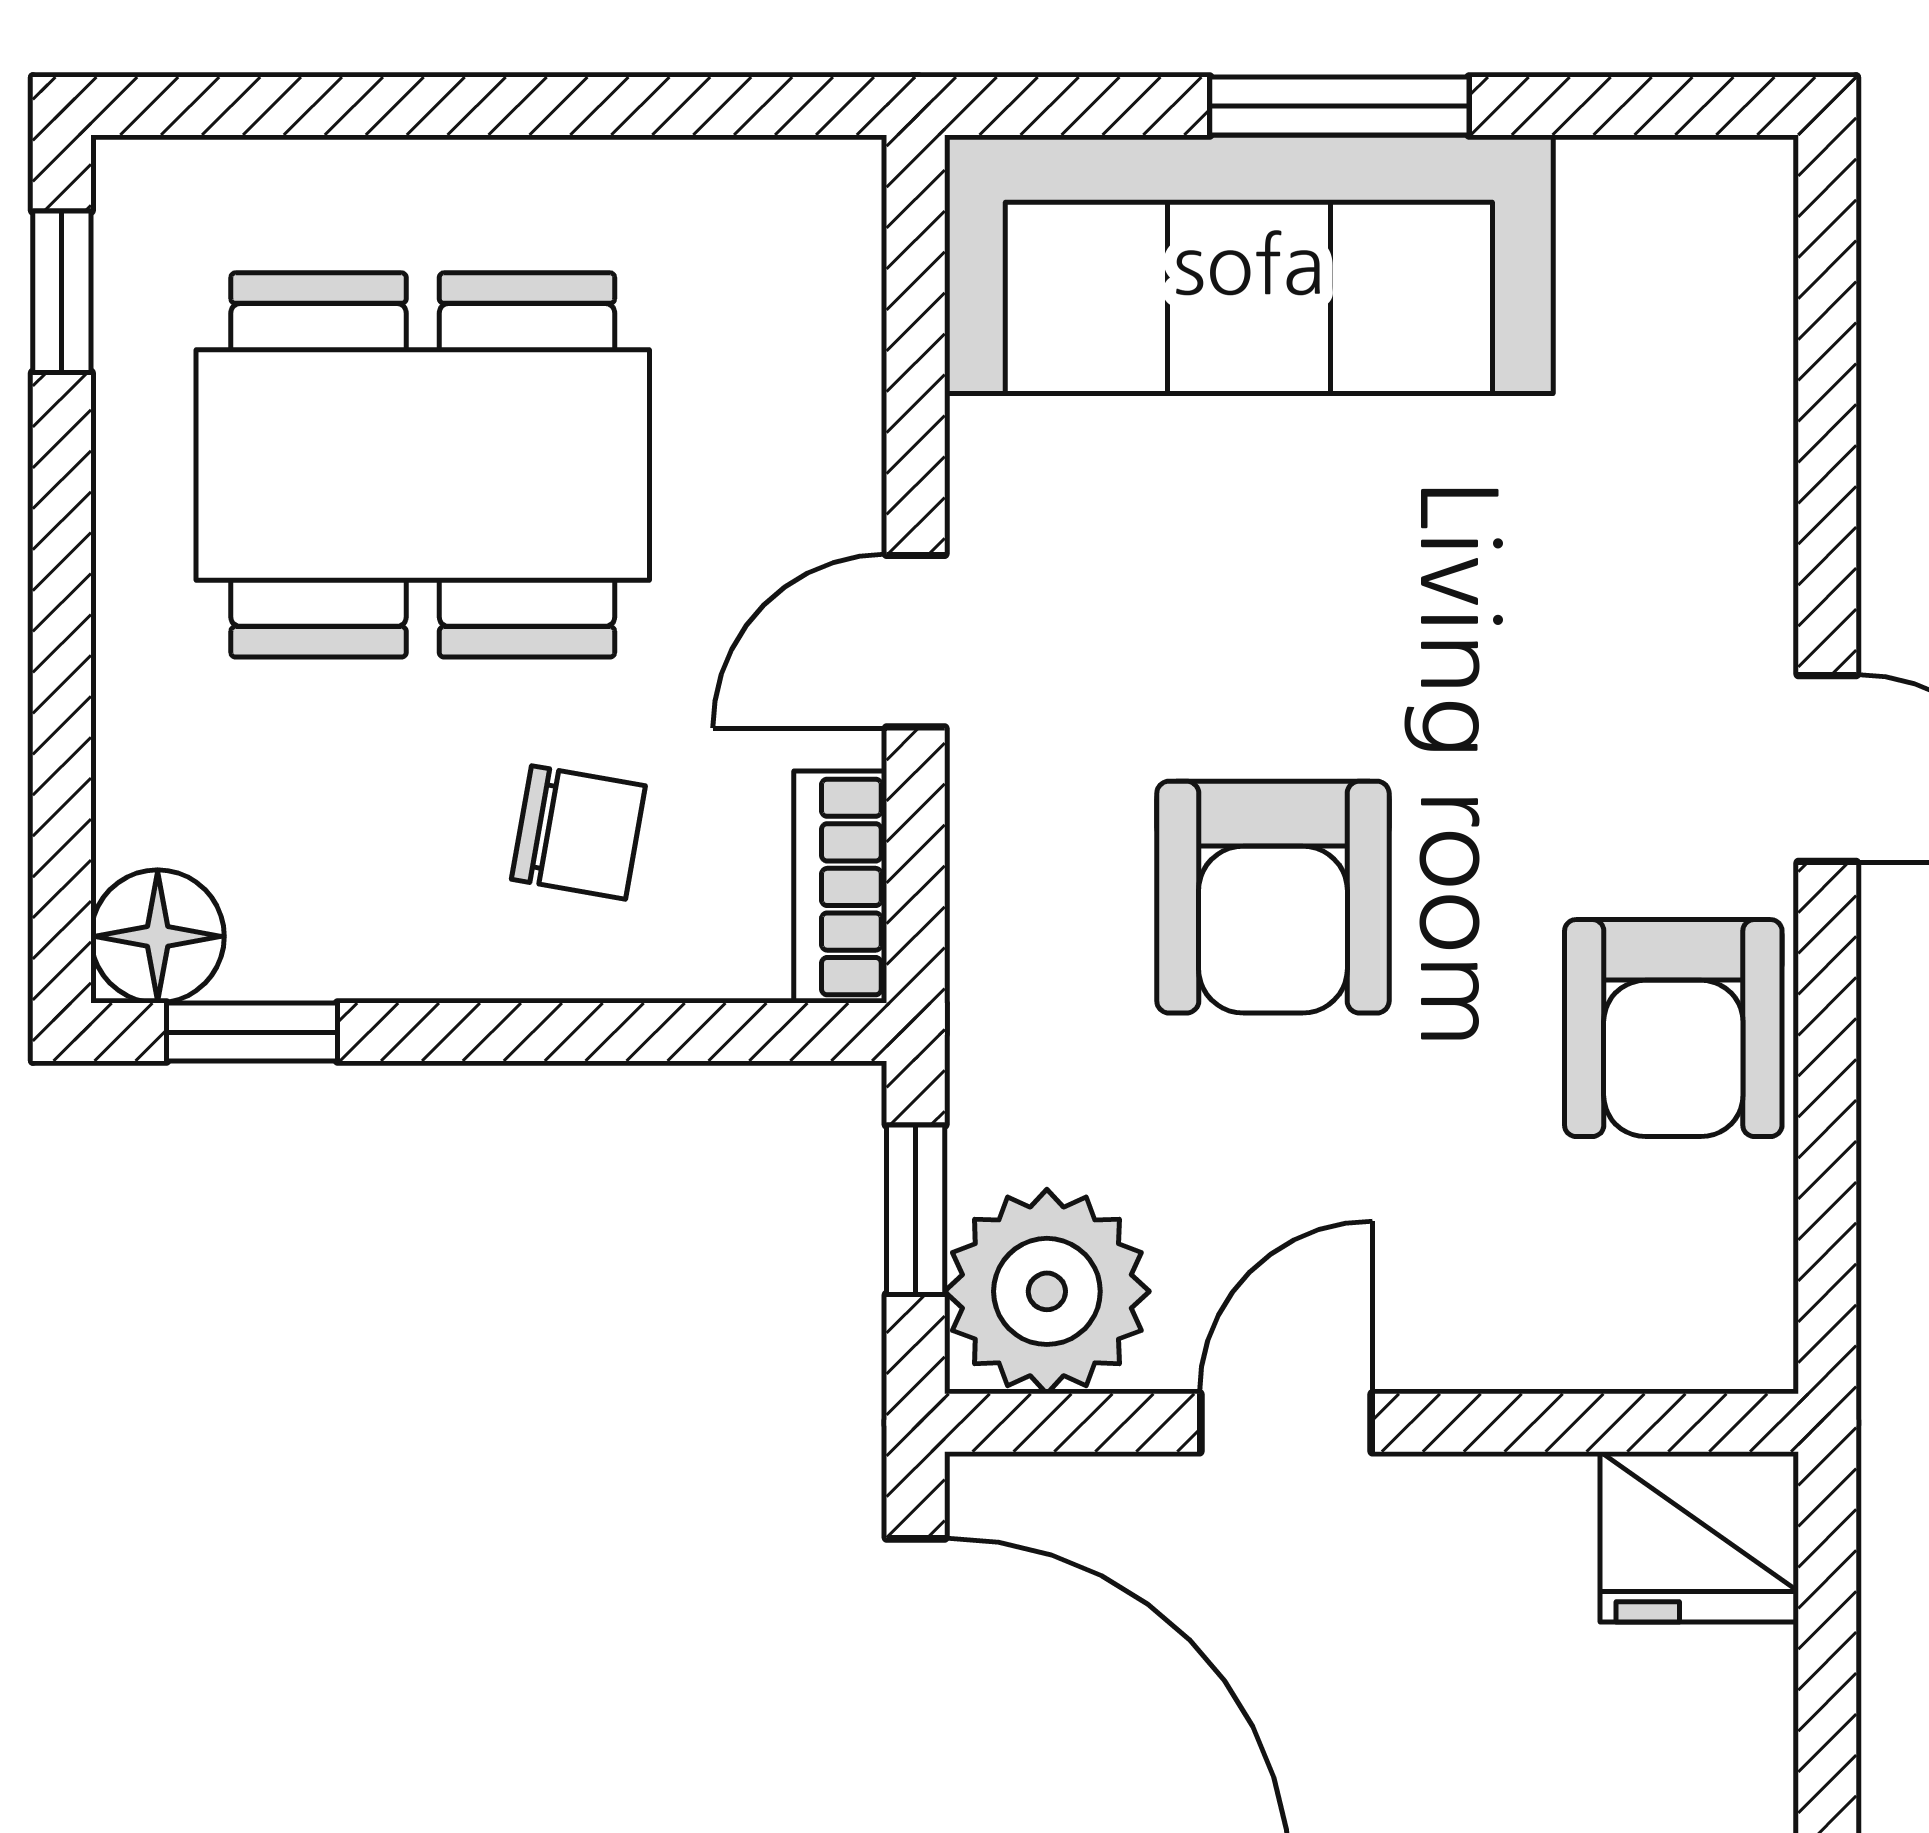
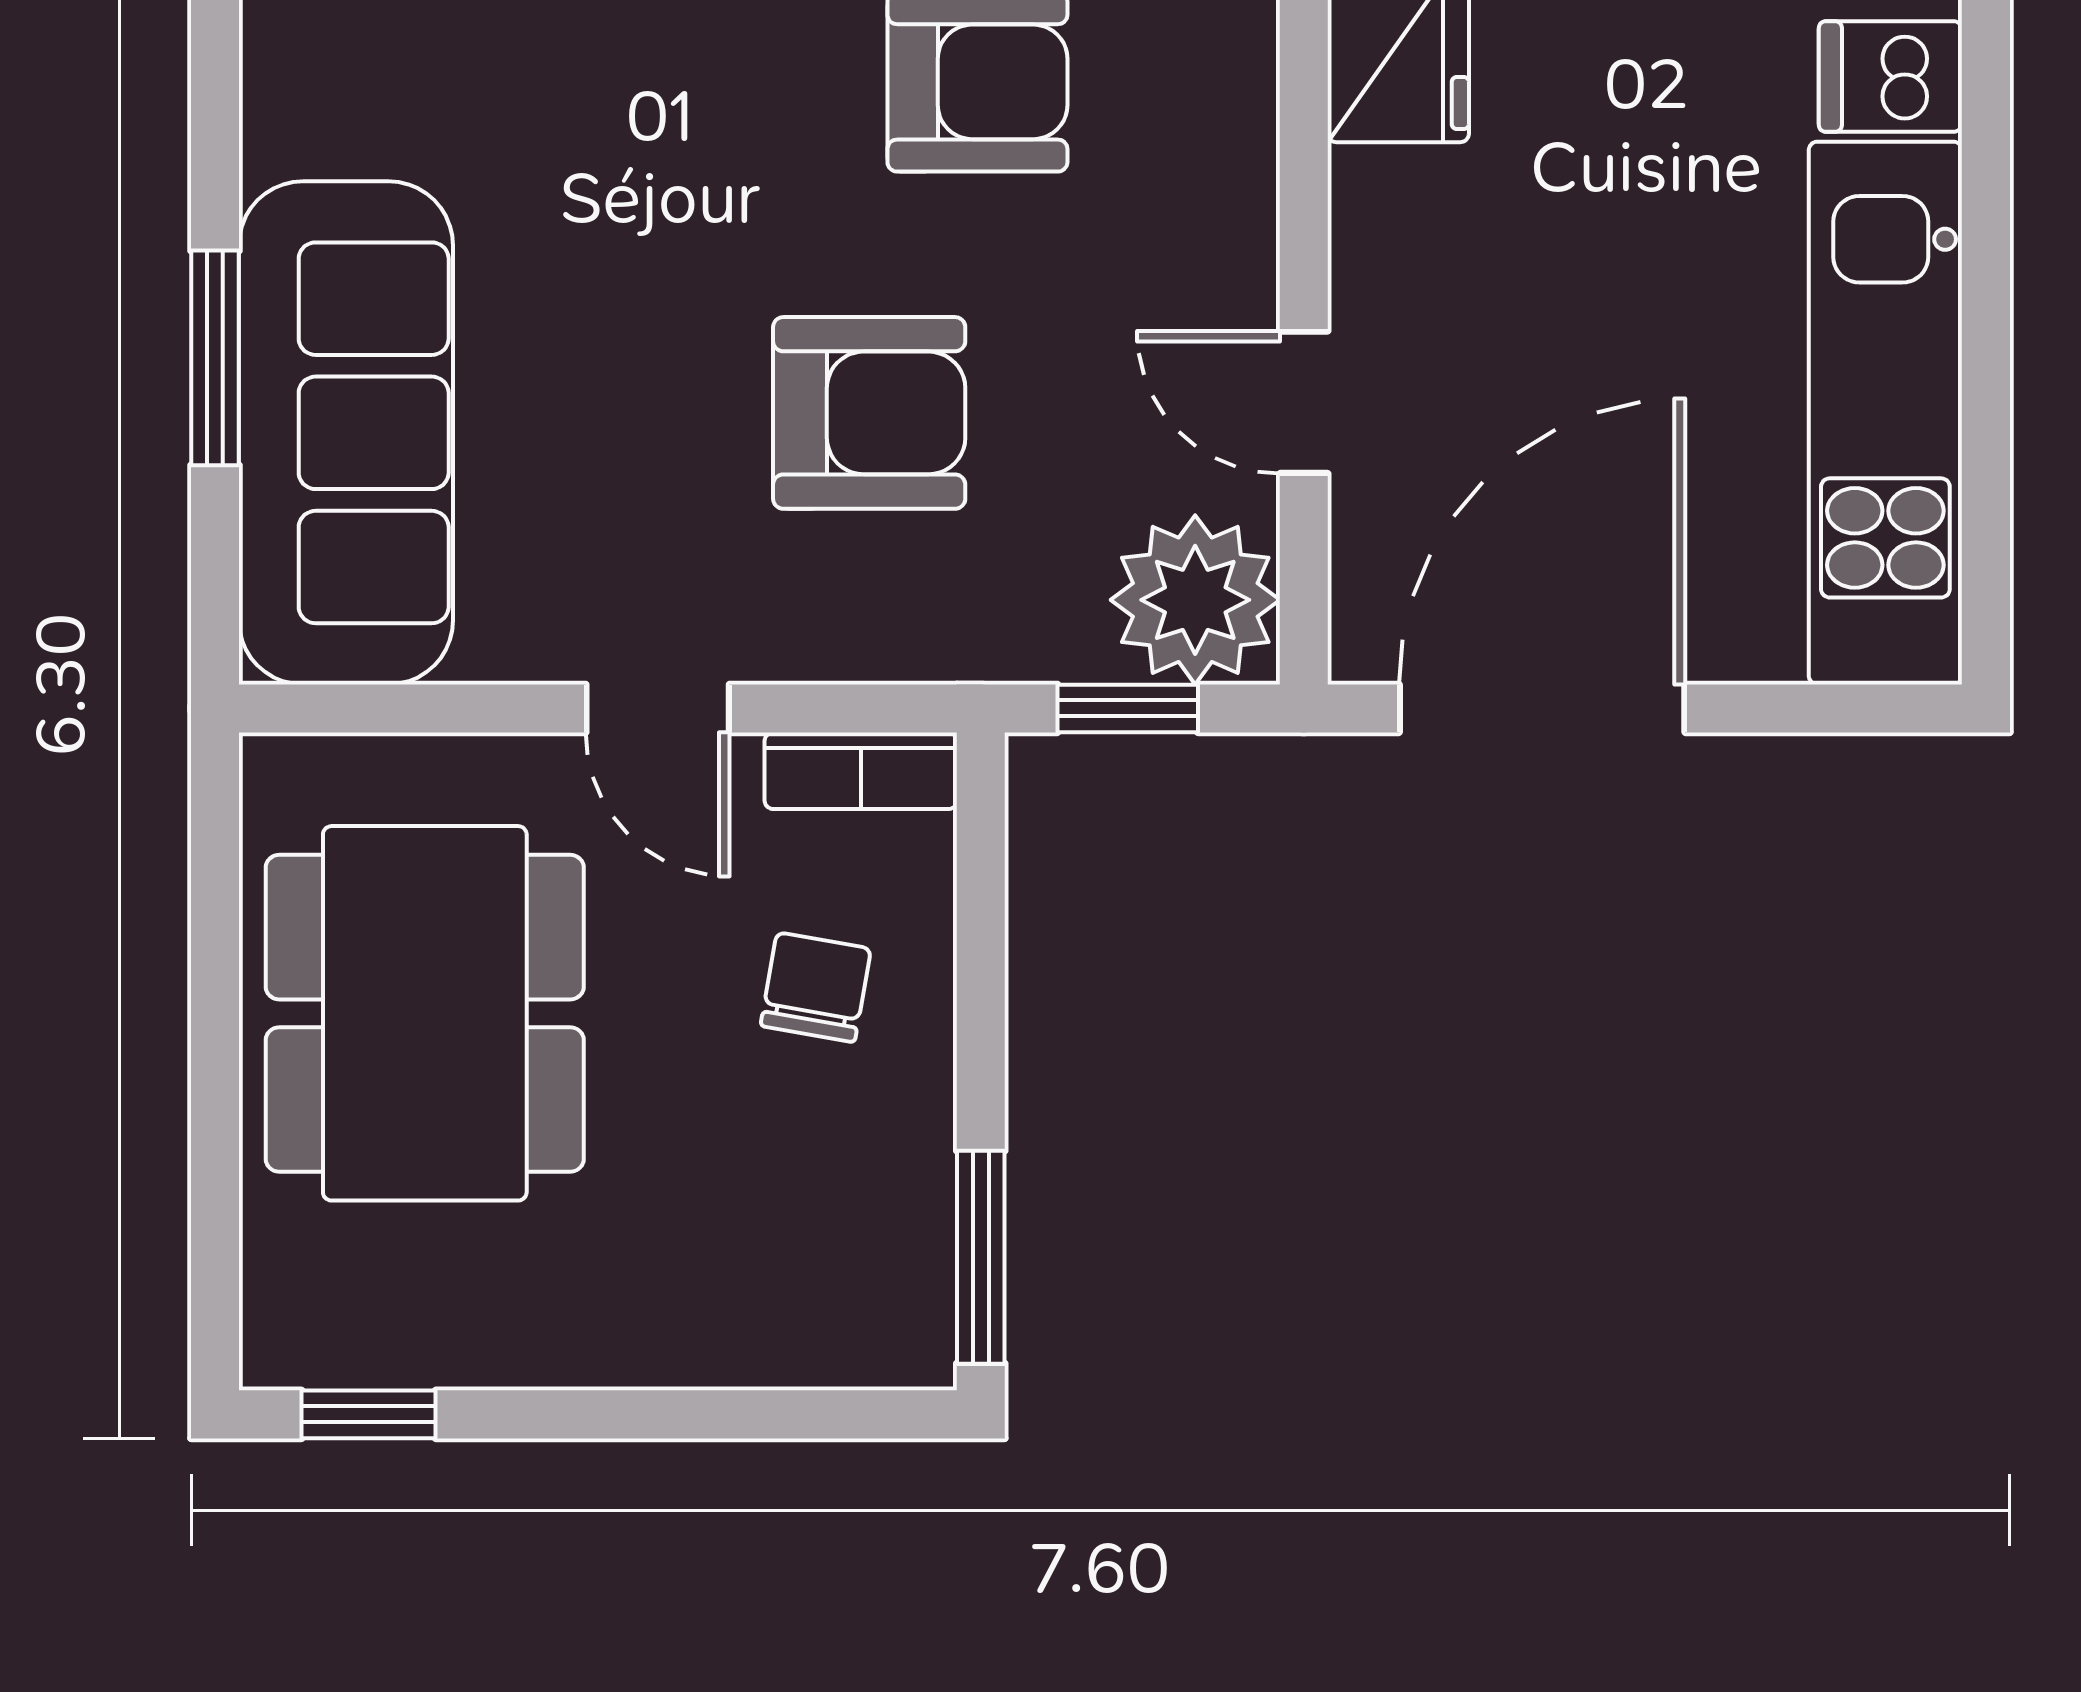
dining table: (423, 465) -> (425, 1013), moved
floor lamp: (158, 936) -> (902, 1335), removed
window: (252, 1032) -> (981, 1257), width x1.50

